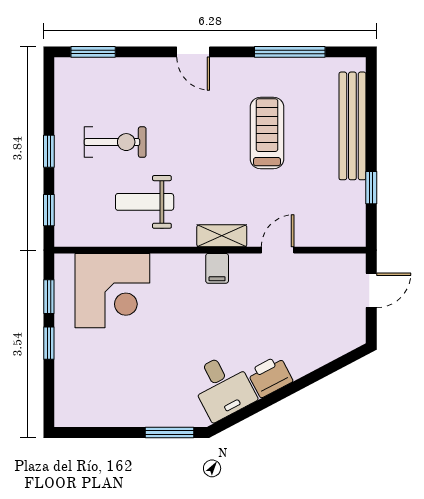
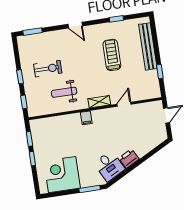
window: (290, 52) -> (116, 19), width x0.46
filing cabinet: (217, 268) -> (86, 118), moved
corner desk: (112, 291) -> (62, 175), moved, turned 180

